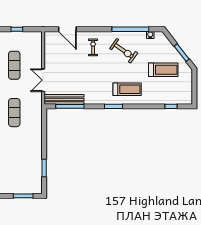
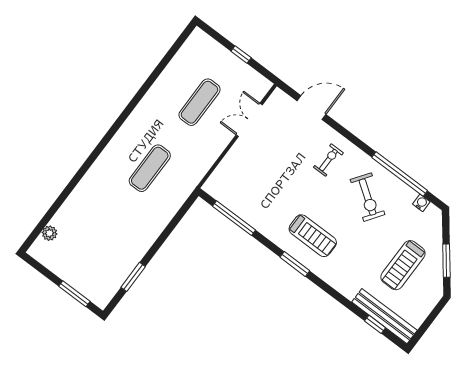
door: (67, 29) -> (312, 108), swing flipped
treadmill: (163, 70) -> (403, 265), turned 90
double door: (43, 80) -> (249, 120), moved
treadmill: (127, 89) -> (313, 236), moved
bench: (64, 99) -> (384, 316), moved

